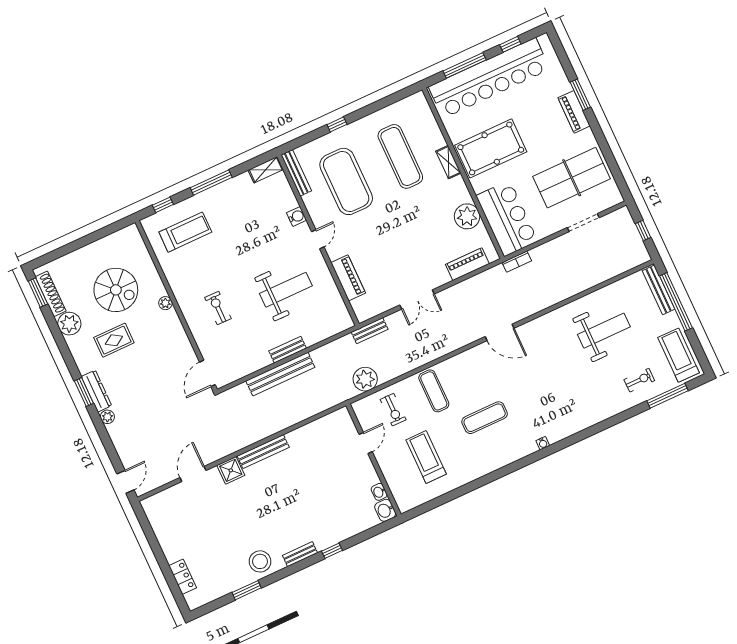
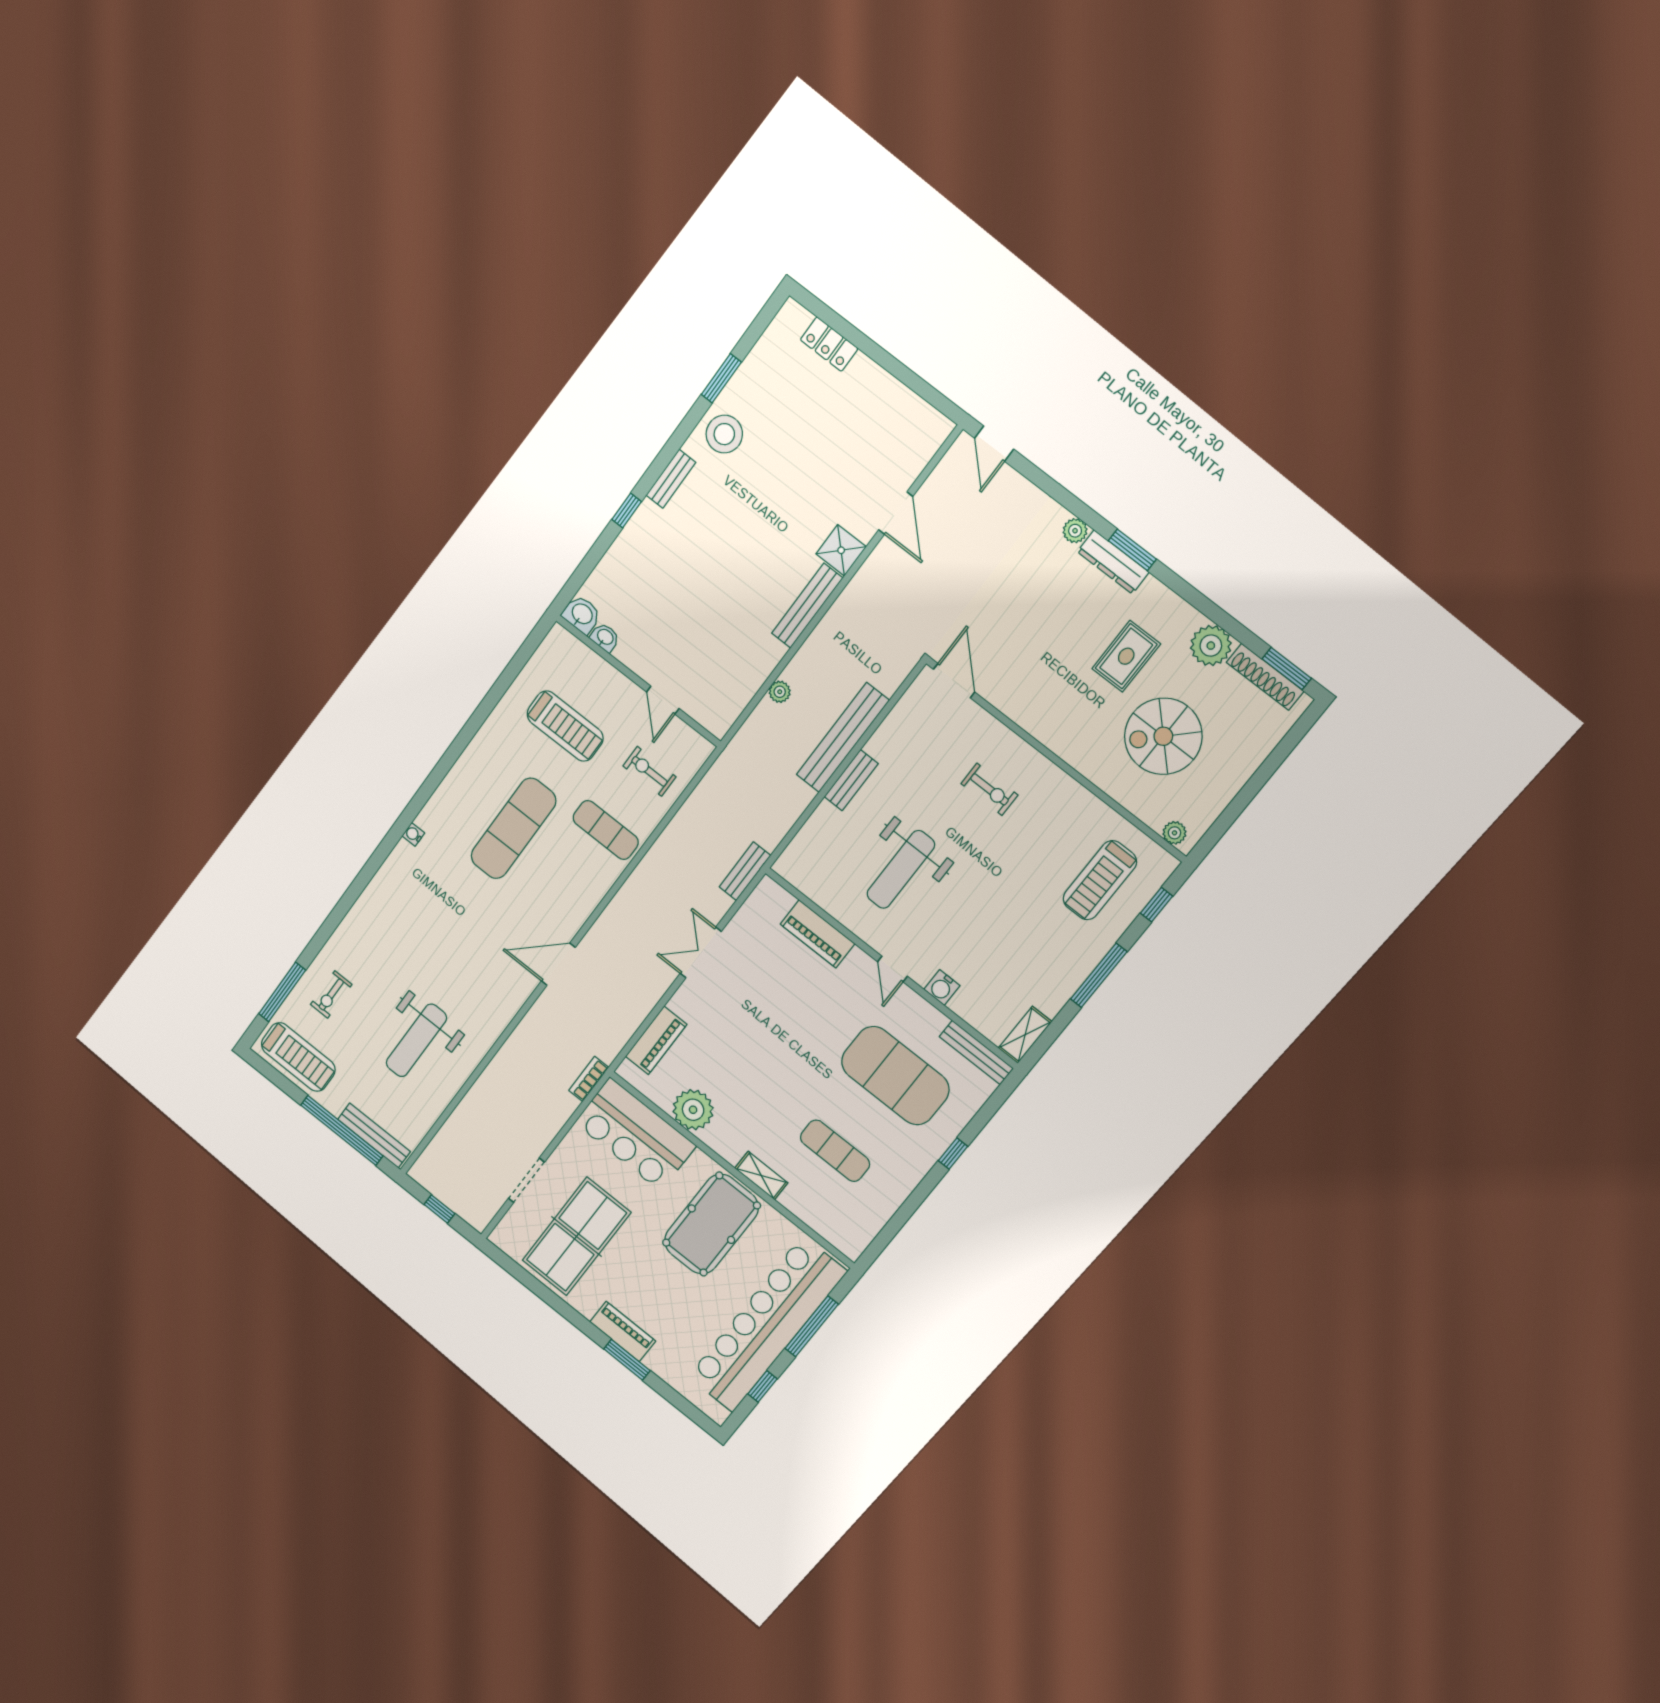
exercise mat: (400, 156) -> (835, 1151), width x0.73, depth x0.69
plant: (165, 303) -> (1174, 833), moved
plant: (365, 379) -> (780, 692), moved, width x0.53, depth x0.53
exercise mat: (485, 418) -> (513, 828), width x1.36, depth x1.45

